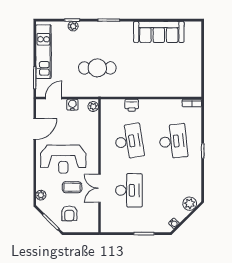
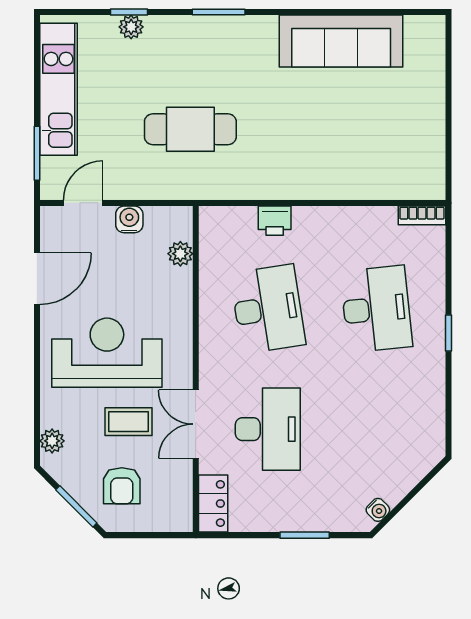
plant: (93, 107) -> (180, 254), moved
reception desk: (63, 159) -> (107, 353), turned 180
plant: (190, 204) -> (417, 462), removed
locker: (107, 221) -> (213, 504), added

